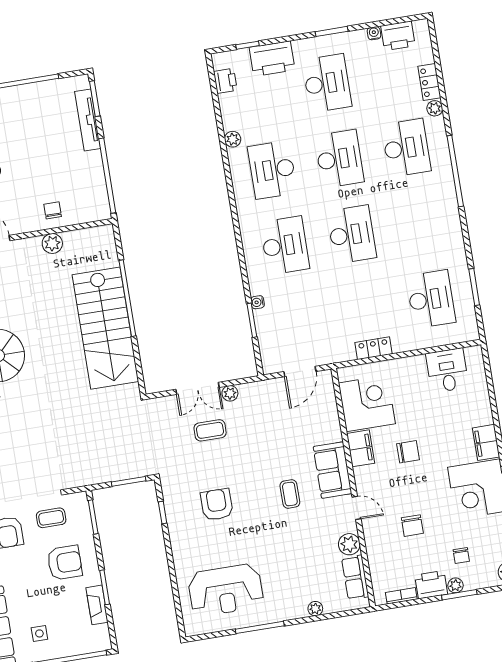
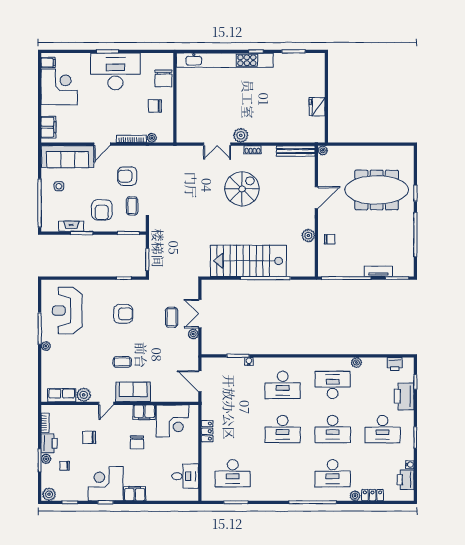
tv unit: (88, 120) -> (378, 271), width x0.71
plant: (315, 609) -> (46, 346), moved

